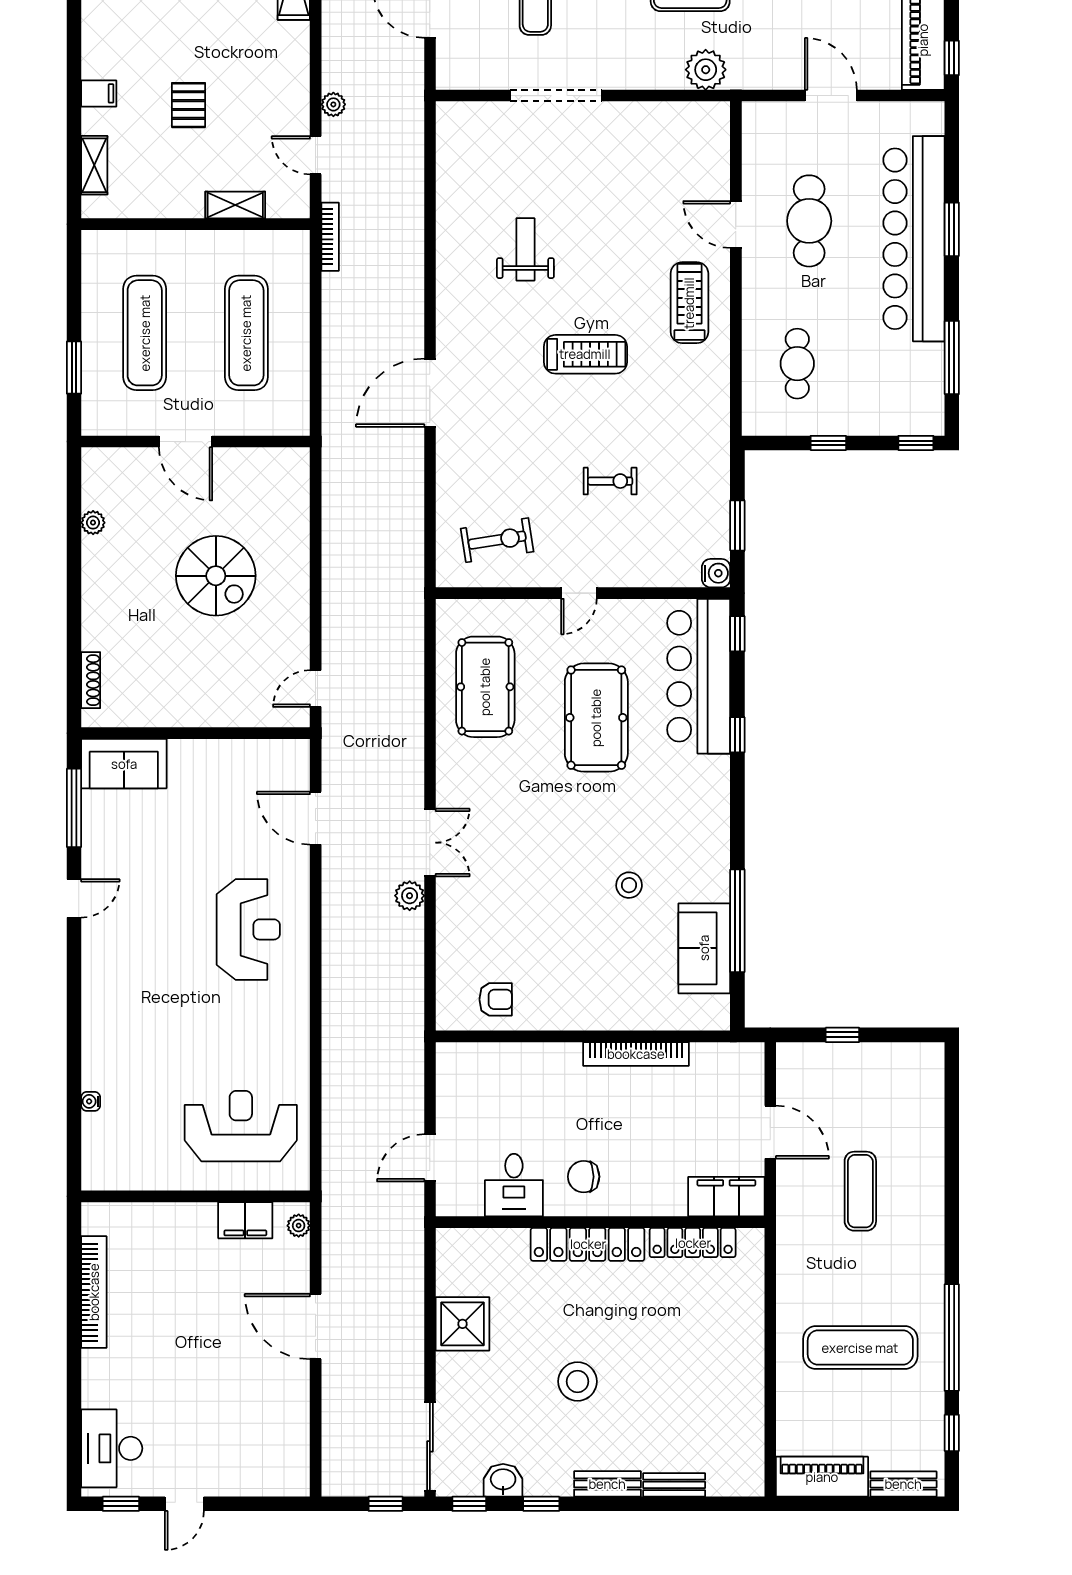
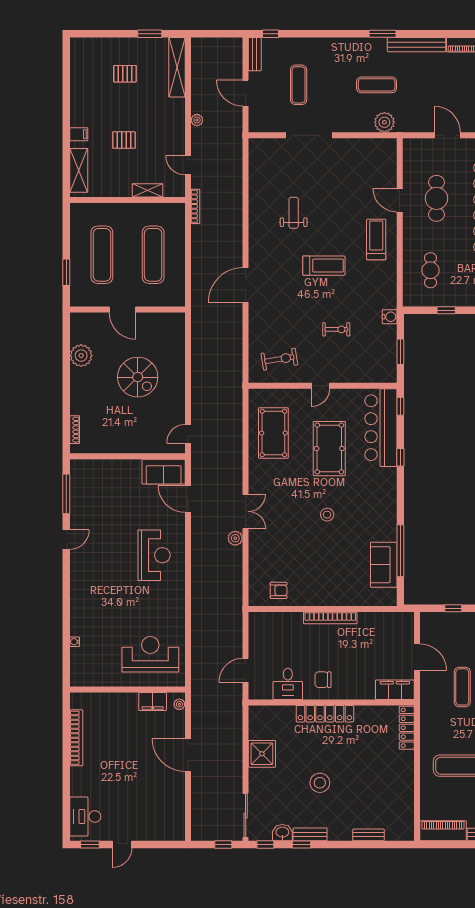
plant: (333, 104) -> (197, 120), moved
pallet: (189, 105) -> (124, 140), turned 90
shelving: (94, 165) -> (79, 170), width x1.50, depth x1.33
plant: (93, 523) -> (81, 356), width x1.88, depth x1.88
water cooler: (716, 573) -> (390, 317), moved
sofa: (124, 764) -> (164, 472), moved
stool: (629, 885) -> (327, 515), moved
bookcase: (636, 1054) -> (330, 618), moved
locker: (693, 1243) -> (407, 728), moved, turned 90
bench: (607, 1484) -> (310, 834), moved

